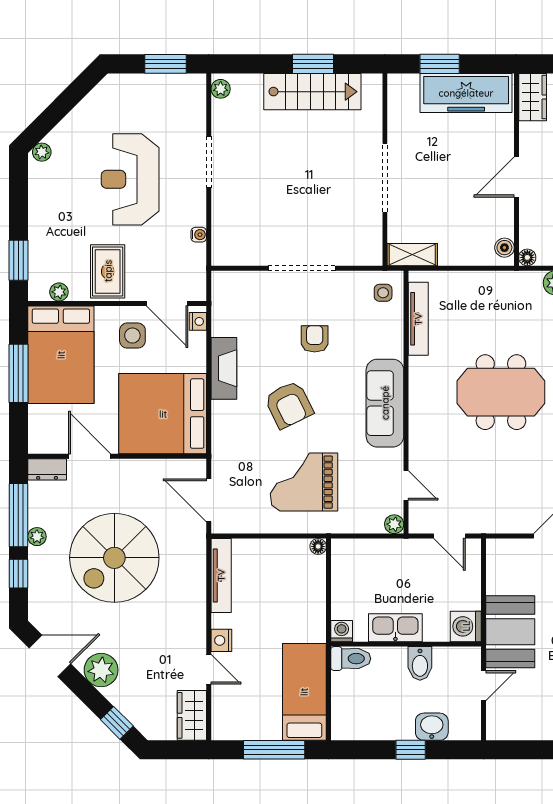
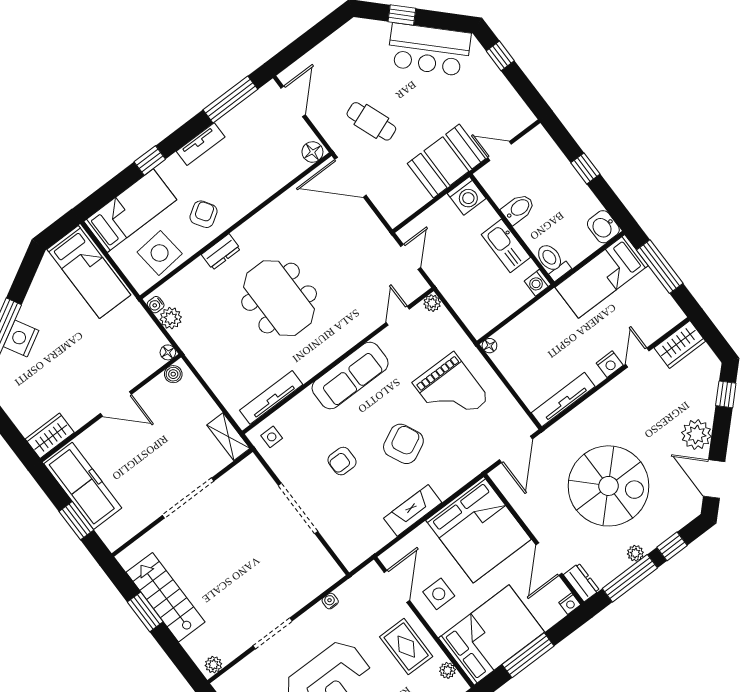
rug: (108, 271) -> (406, 647), turned 90
nightstand: (198, 321) -> (570, 604), moved, turned 180
washbasin: (432, 727) -> (603, 227), moved

